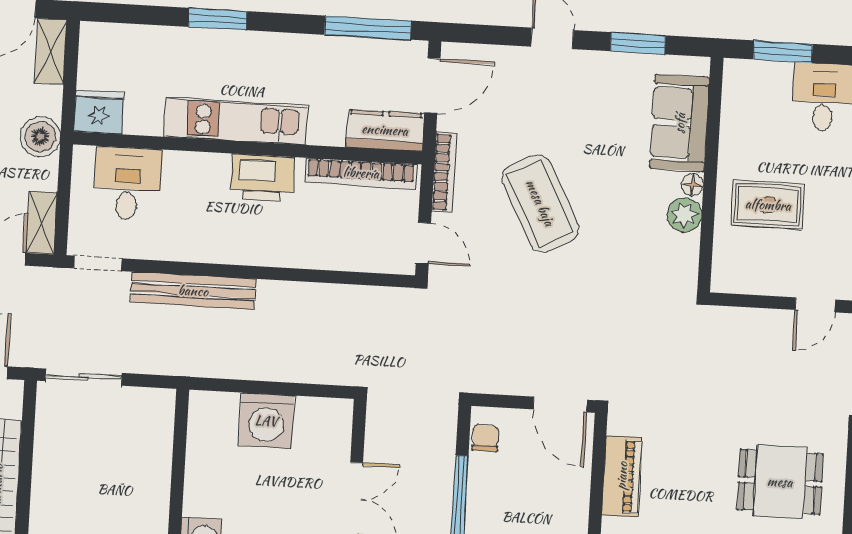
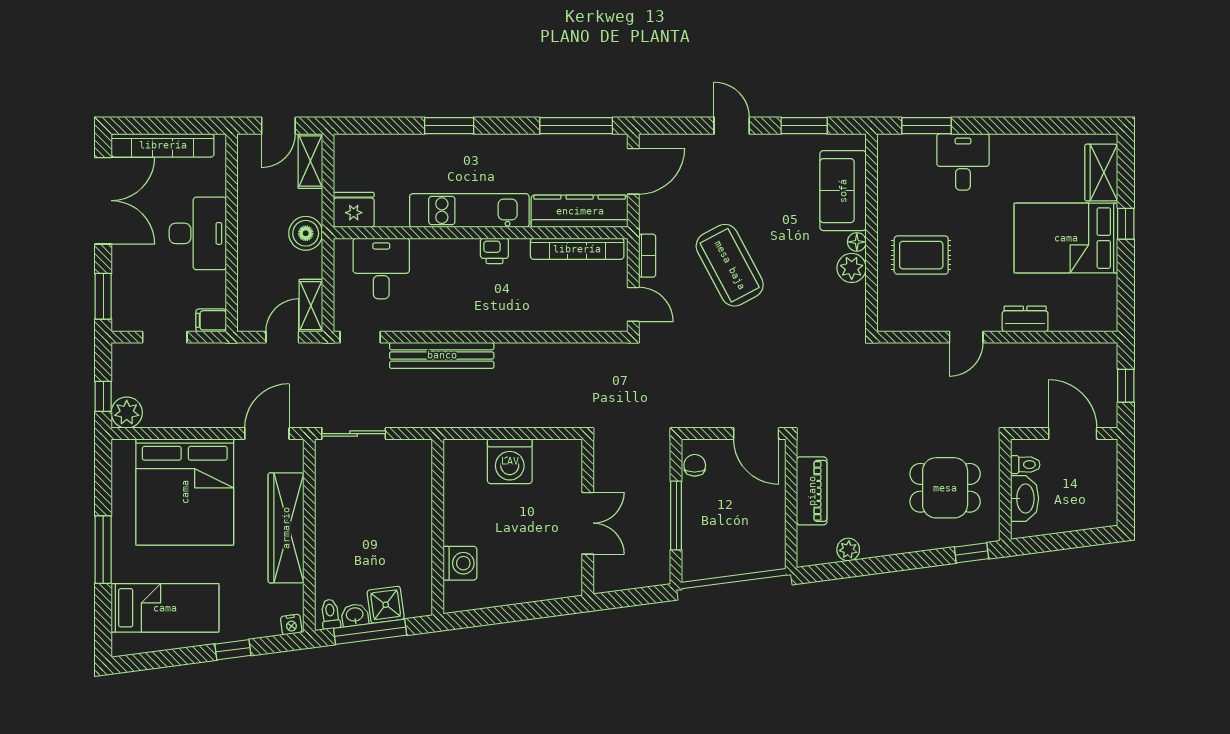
kitchen counter: (385, 130) -> (580, 211), width x1.50
bookcase: (444, 172) -> (647, 256), width x0.64
printer: (262, 178) -> (494, 251), width x0.53, depth x0.68

